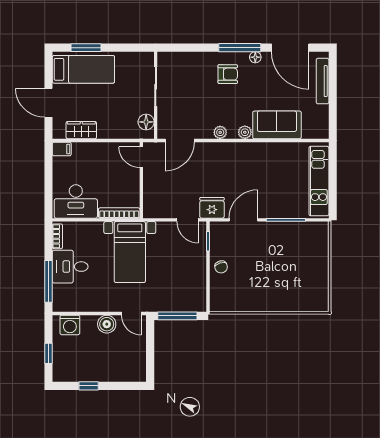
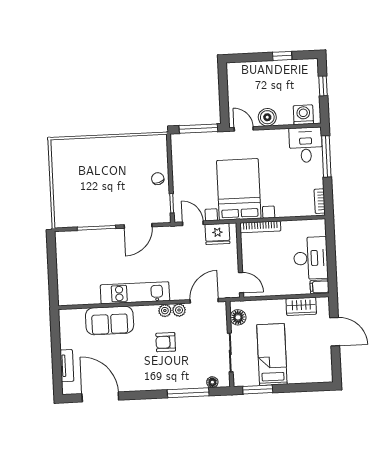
window: (86, 48) -> (258, 390), moved
window: (240, 48) -> (188, 393), moved
floor lamp: (255, 57) -> (212, 382), moved
bed: (83, 69) -> (272, 354), moved, turned 90
armchair: (228, 74) -> (166, 342), moved
tv unit: (323, 81) -> (67, 366), width x0.71
plant: (245, 132) -> (179, 310), moved
kitchen unit: (319, 181) -> (135, 293), moved, turned -90
desk: (76, 201) -> (311, 258), moved, turned 90
fridge: (212, 208) -> (217, 234), moved
bed with nightstands: (130, 252) -> (239, 189), width x1.36
desk: (70, 267) -> (306, 145), moved, turned -90

